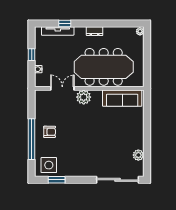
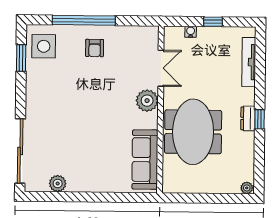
window: (65, 23) -> (260, 119), moved
meeting table: (104, 67) -> (193, 132), width x0.73

